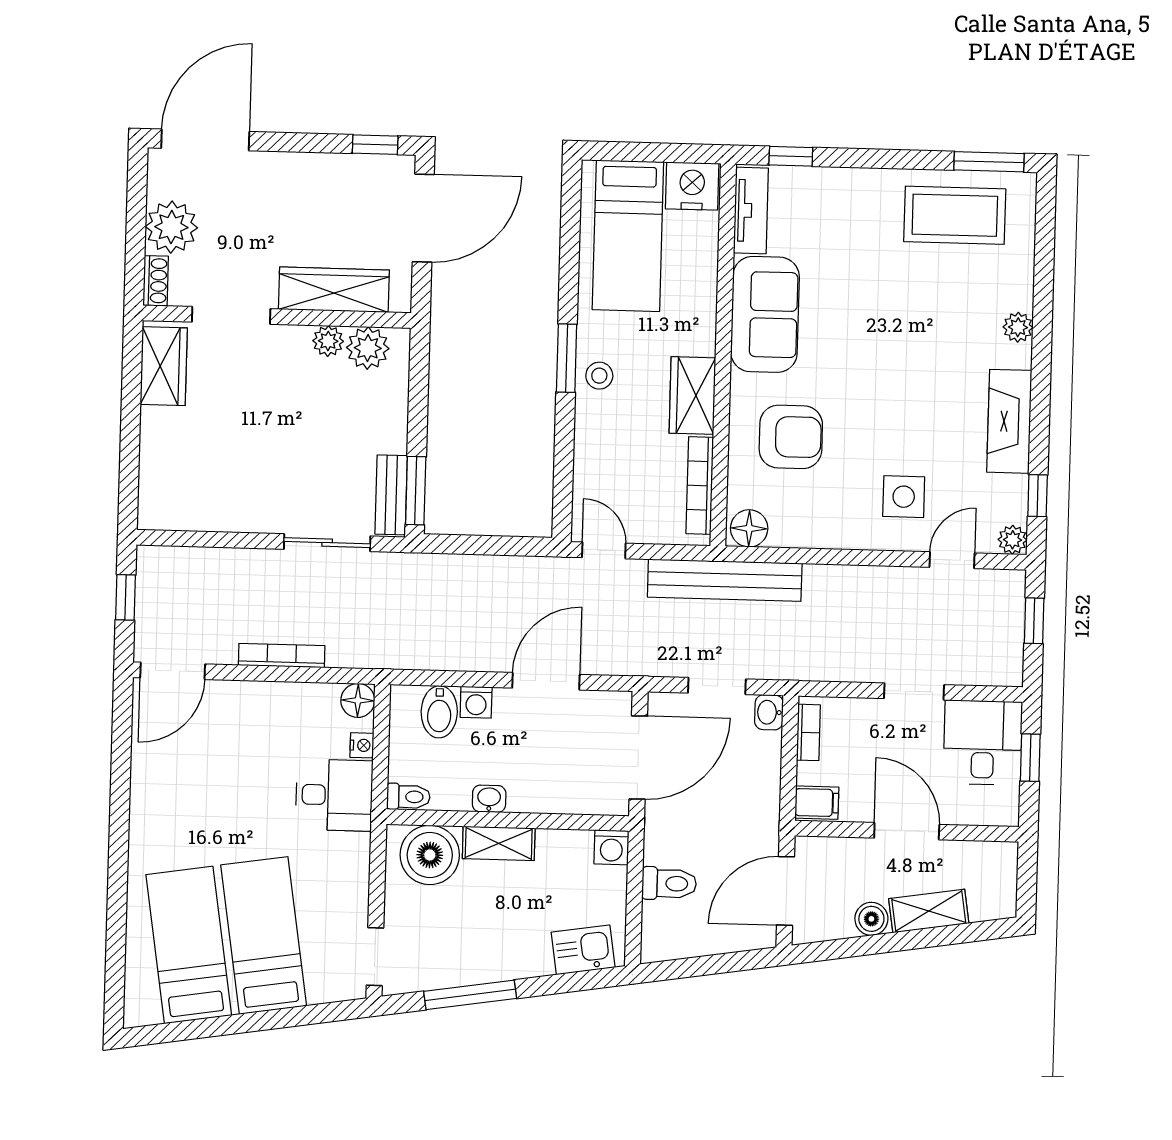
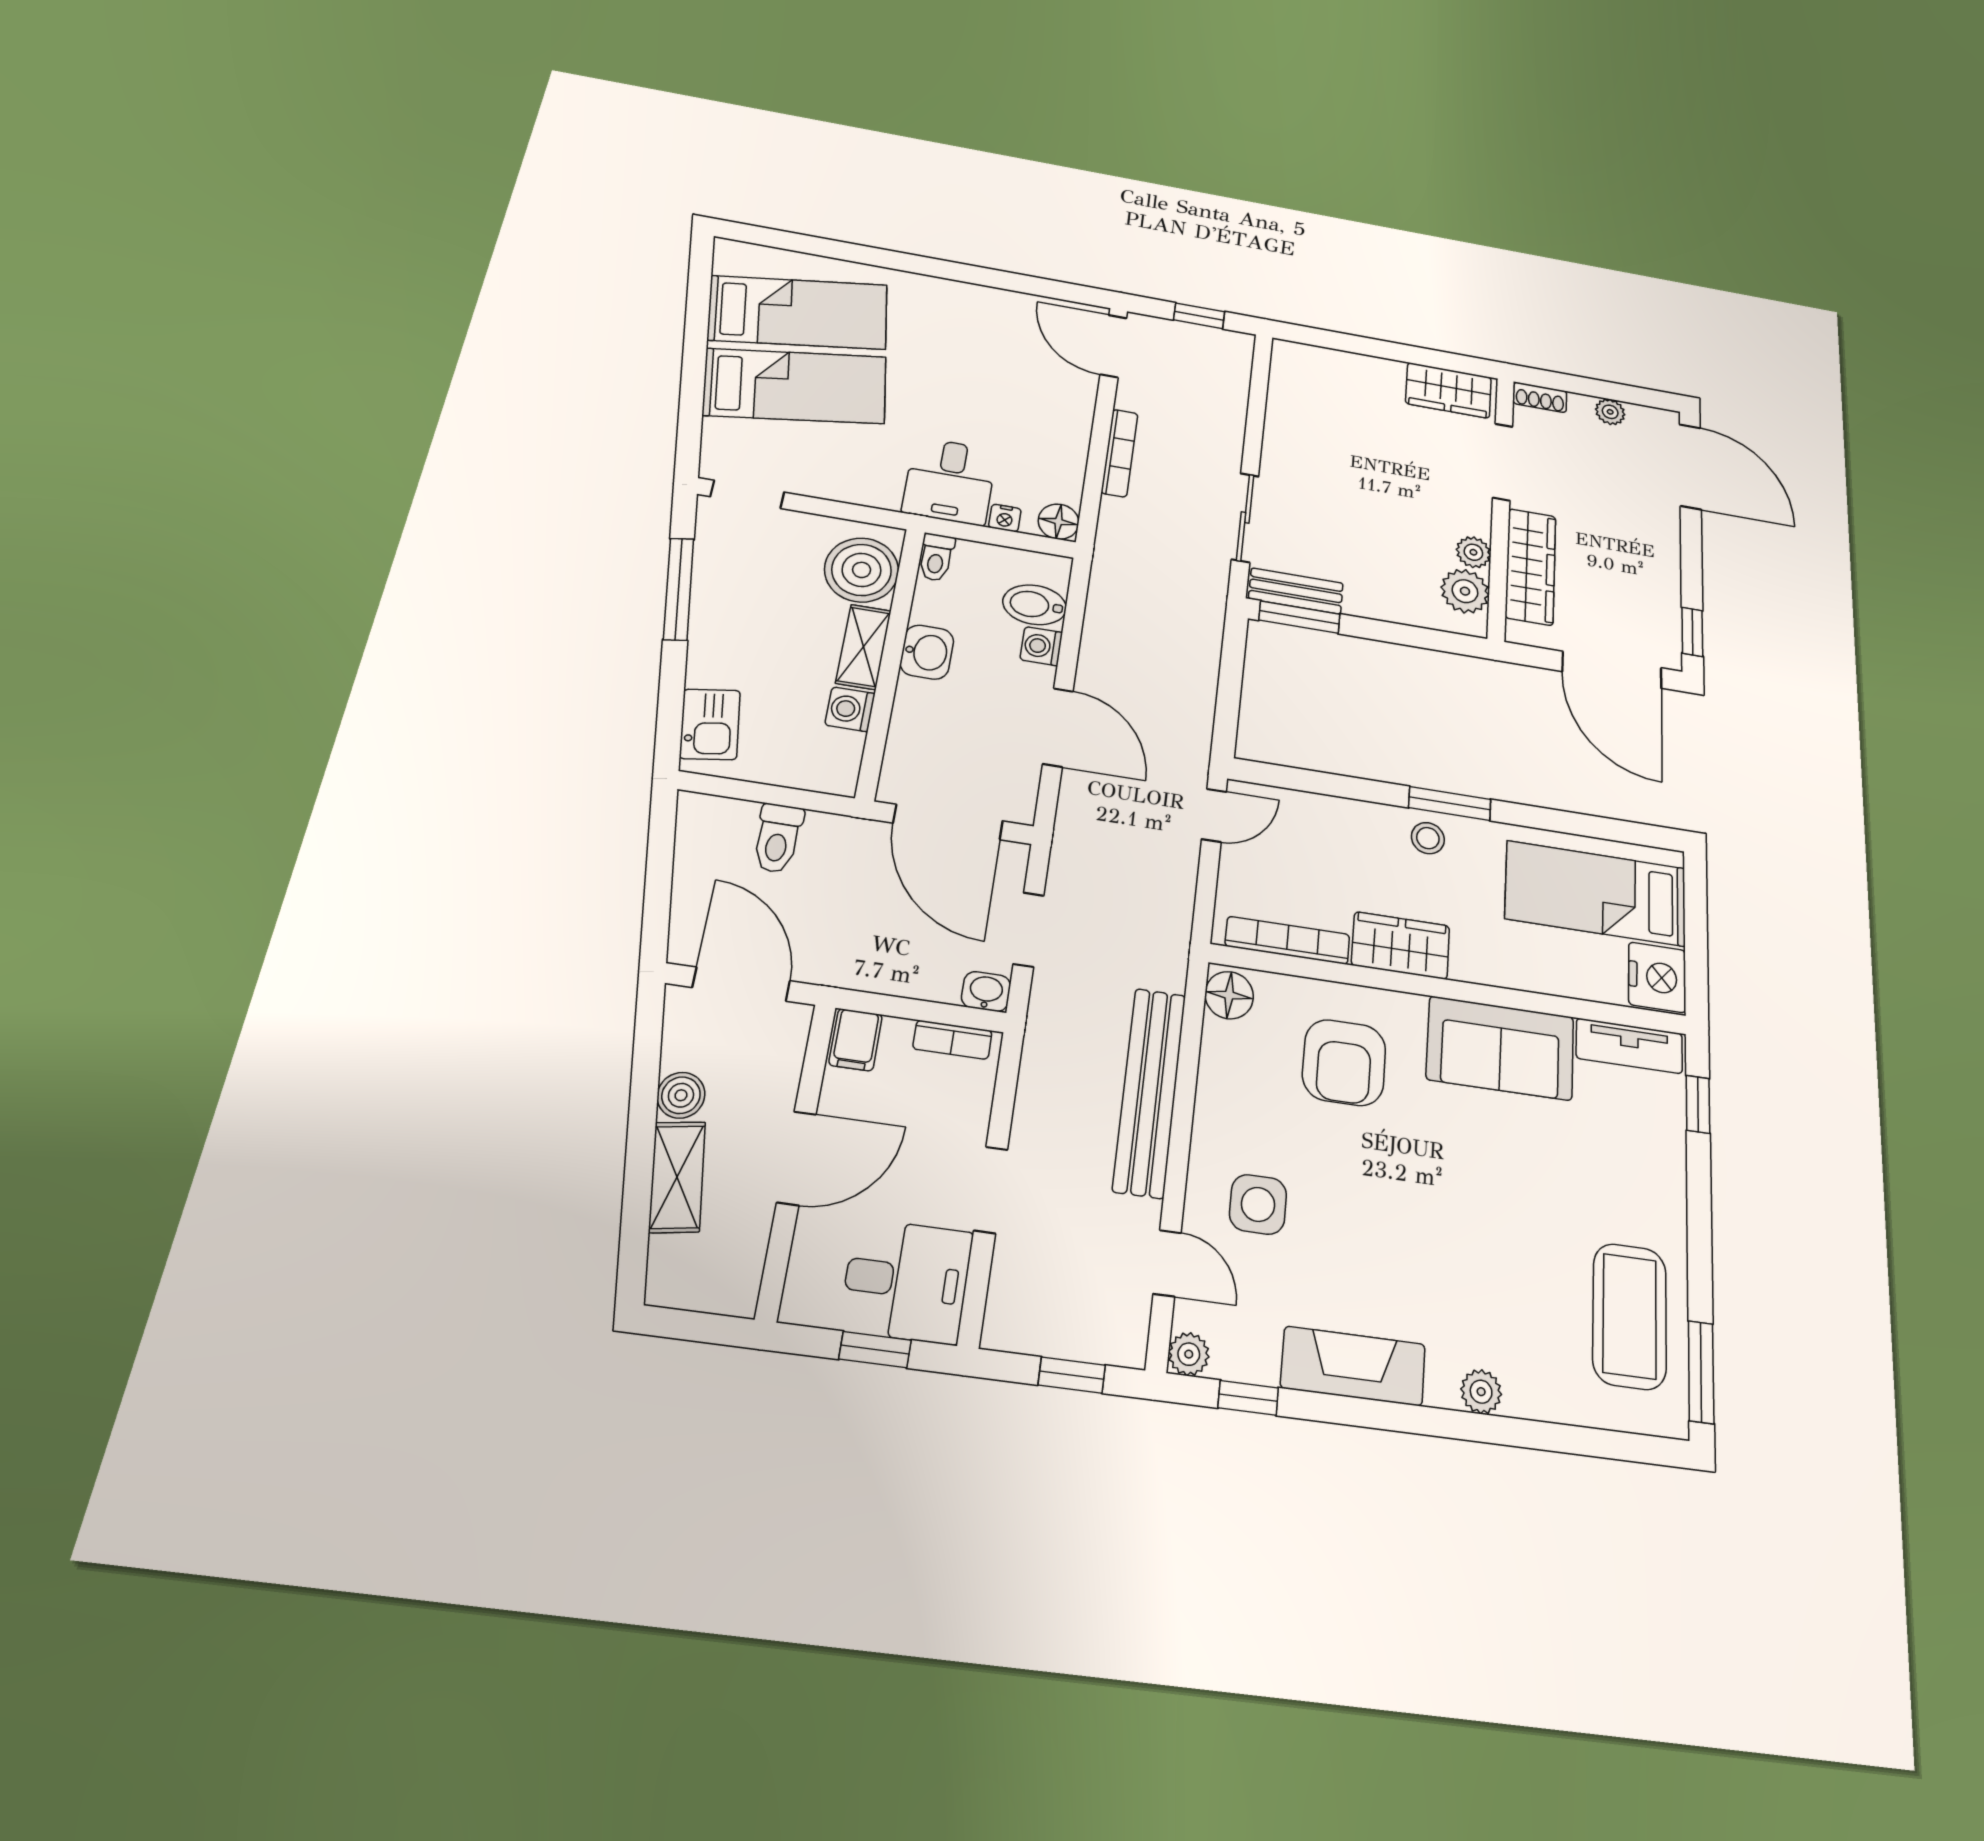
plant: (171, 227) -> (1610, 412), width x0.53, depth x0.53
bench: (725, 580) -> (1149, 1092), moved
washbasin: (489, 799) -> (927, 652), width x1.38, depth x1.45
washing machine: (611, 847) -> (850, 709), moved

